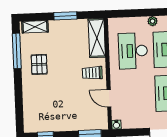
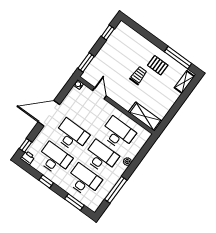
window: (65, 16) -> (176, 107), removed
trolley: (92, 73) -> (138, 75), moved
door: (109, 98) -> (100, 93), hinge flipped

